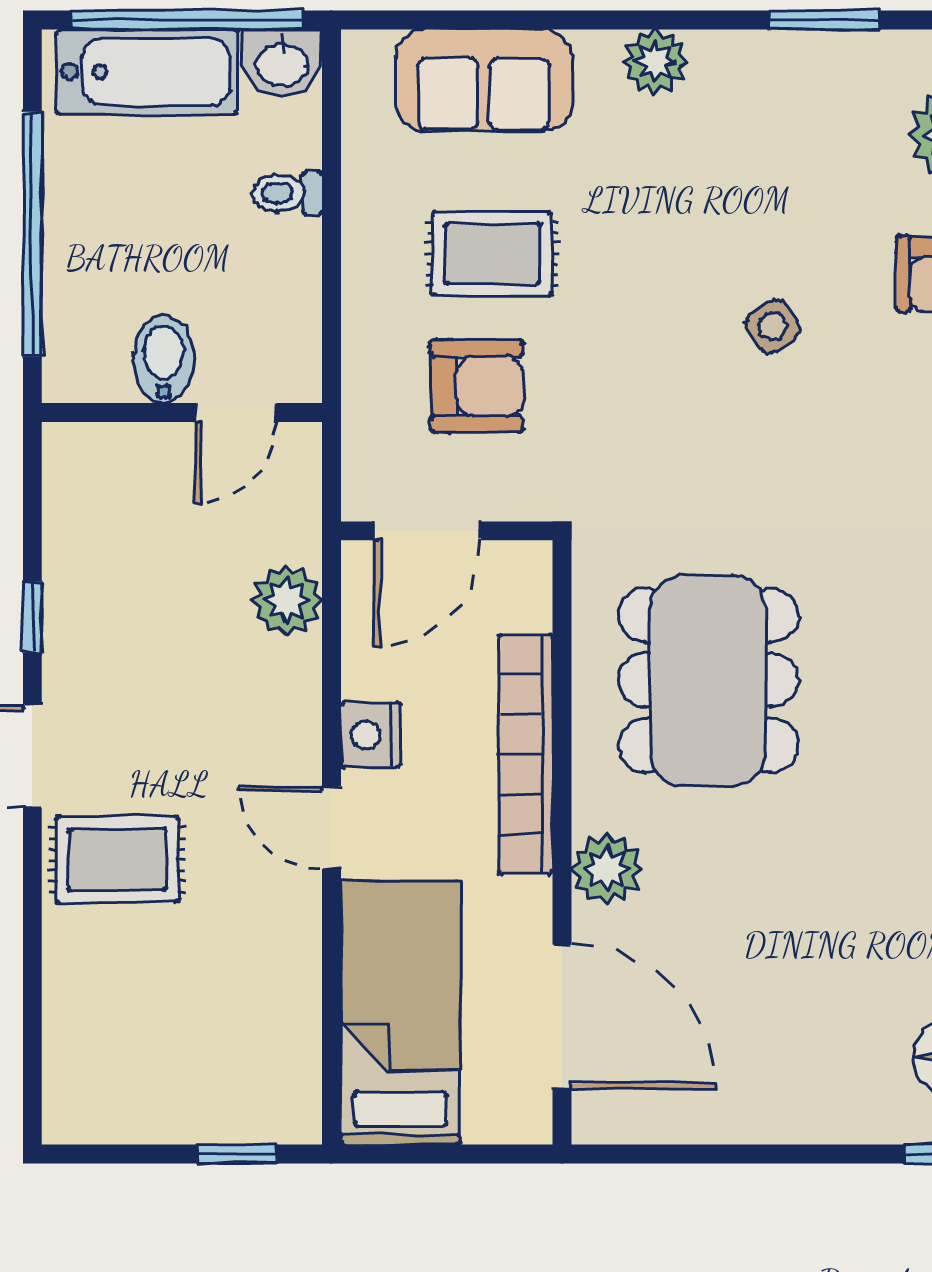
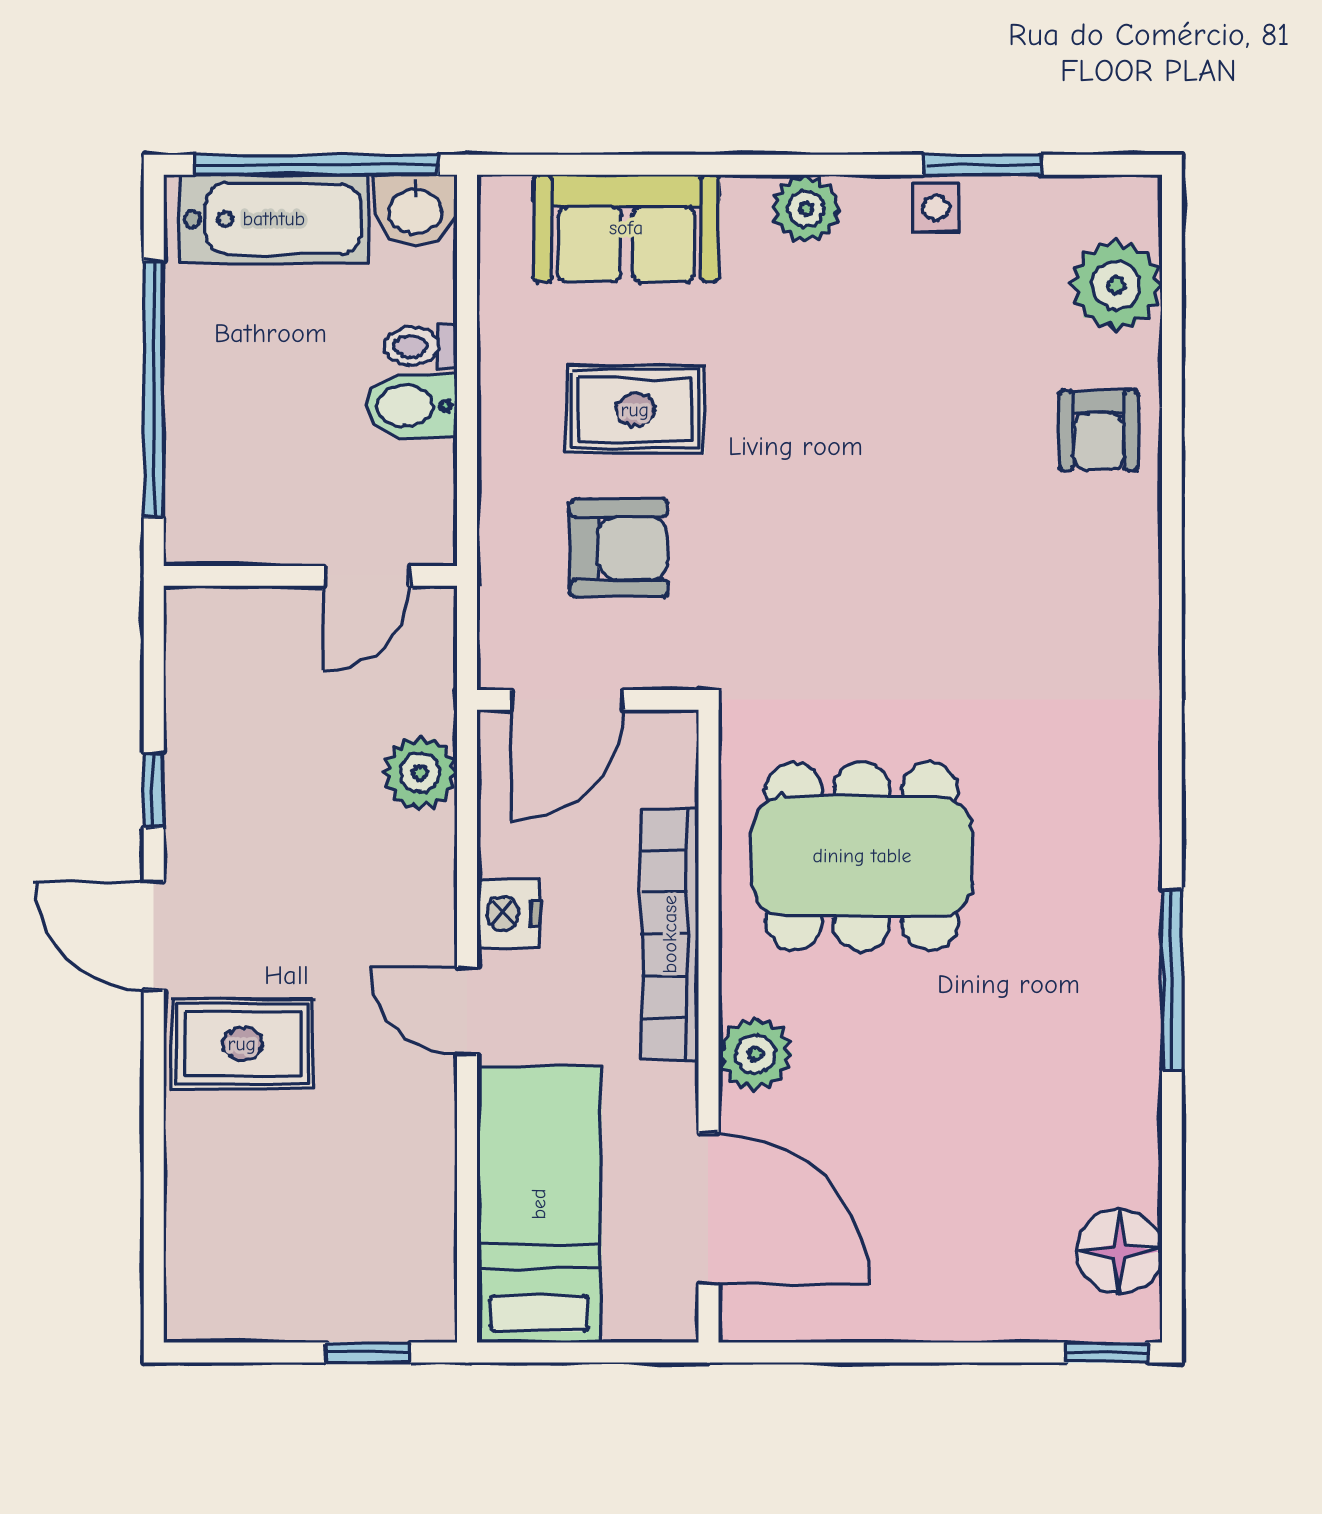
side table: (772, 326) -> (936, 207), moved, turned 33
bidet: (163, 359) -> (411, 406), moved, turned -90
dining table: (708, 680) -> (862, 856), turned 90

